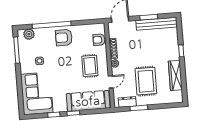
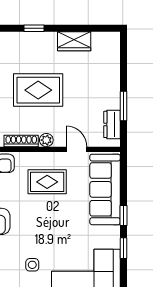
wardrobe: (175, 75) -> (74, 41), width x0.67
rug: (146, 81) -> (38, 90), moved

